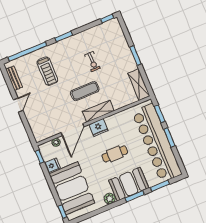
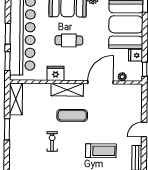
treadmill: (47, 71) -> (101, 151), turned 90
fridge: (98, 127) -> (56, 73), moved

